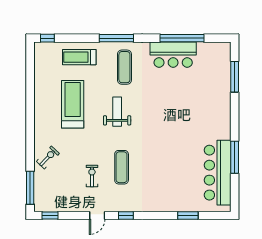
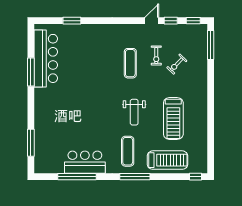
treadmill: (79, 57) -> (167, 160), width x1.37, depth x1.38
exercise bike: (48, 157) -> (177, 64), moved
window: (126, 215) -> (171, 21), moved

